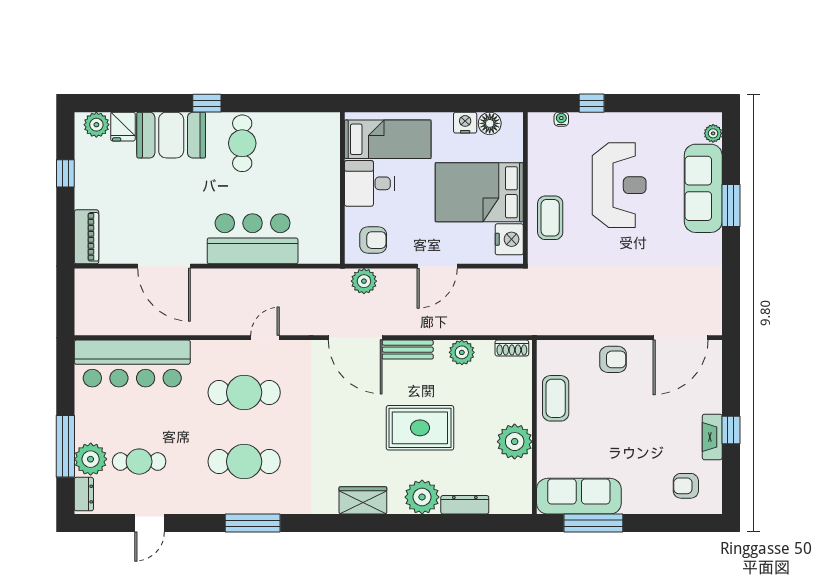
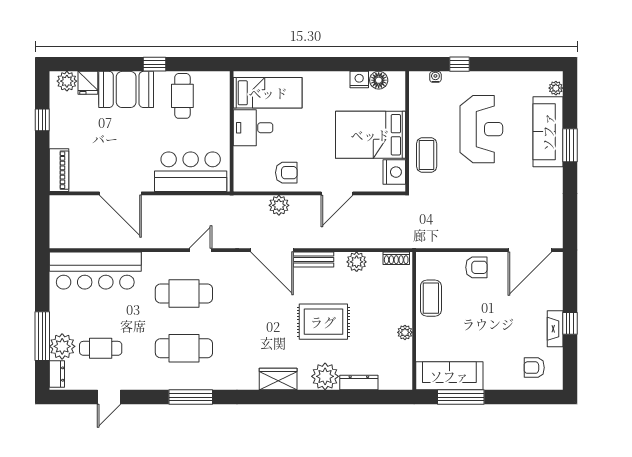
bed: (388, 139) -> (268, 93), moved
desk: (369, 183) -> (253, 128), moved
wall: (342, 188) -> (232, 131), moved
plant: (515, 442) -> (405, 332), width x0.53, depth x0.53

